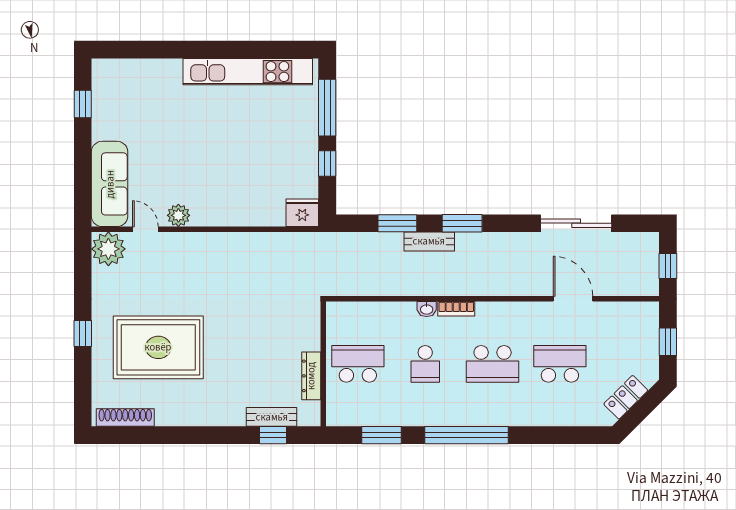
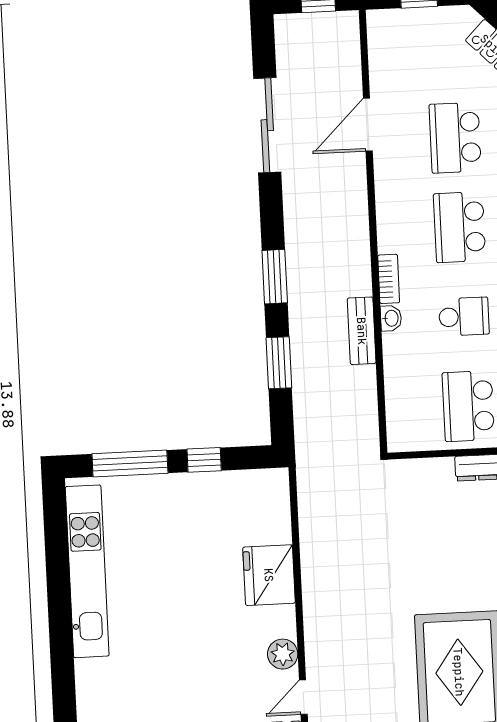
fridge: (302, 213) -> (269, 575), moved, width x1.36, depth x1.34
bench: (429, 241) -> (362, 331), moved
school desk: (493, 364) -> (460, 227), turned 180

